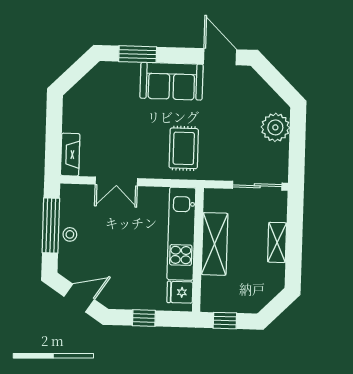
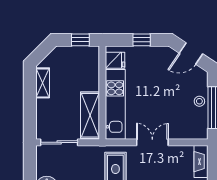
double door: (116, 181) -> (152, 142), moved
shelving: (277, 242) -> (43, 83), moved
shelving: (215, 244) -> (90, 115), moved

